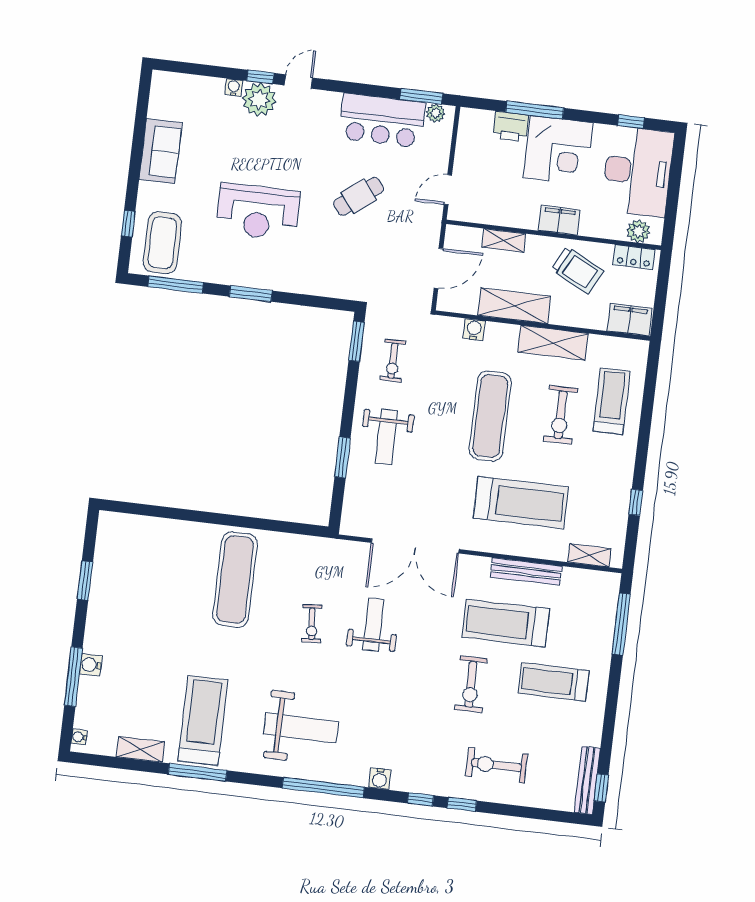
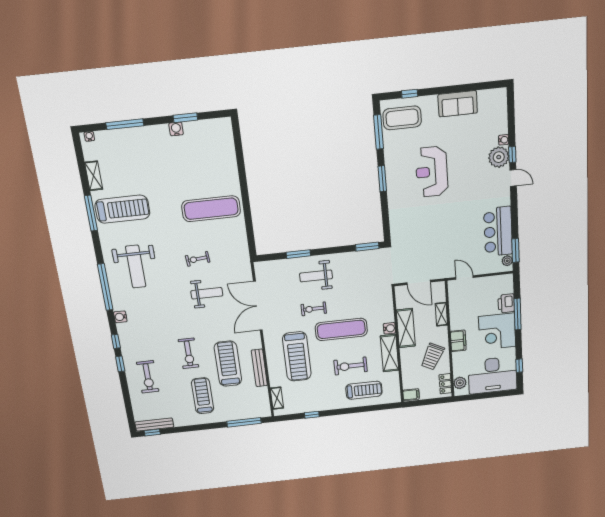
cafe table: (359, 196) -> (452, 228), removed
filing cabinet: (629, 320) -> (411, 395), width x0.50
water cooler: (474, 330) -> (389, 328), moved
exercise bike: (393, 361) -> (314, 309), moved
water cooler: (91, 665) -> (176, 129), moved
exercise bike: (471, 684) -> (189, 353), turned -89
exercise bike: (496, 765) -> (148, 377), turned 180

